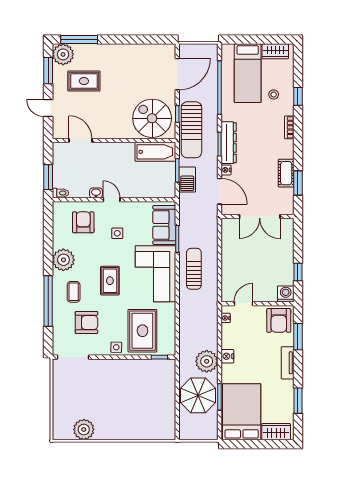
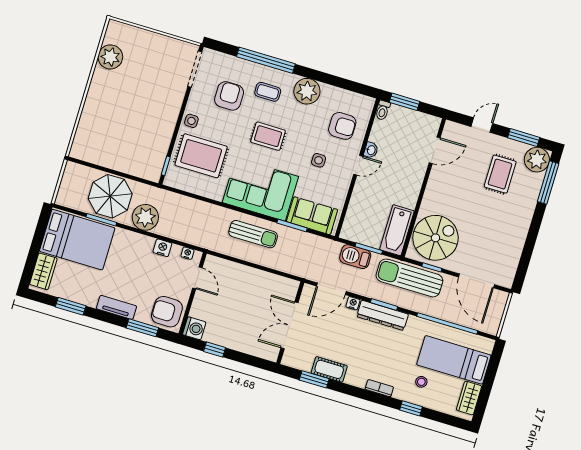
armchair: (86, 323) -> (229, 96), turned 180
nightstand: (227, 356) -> (162, 248), moved

